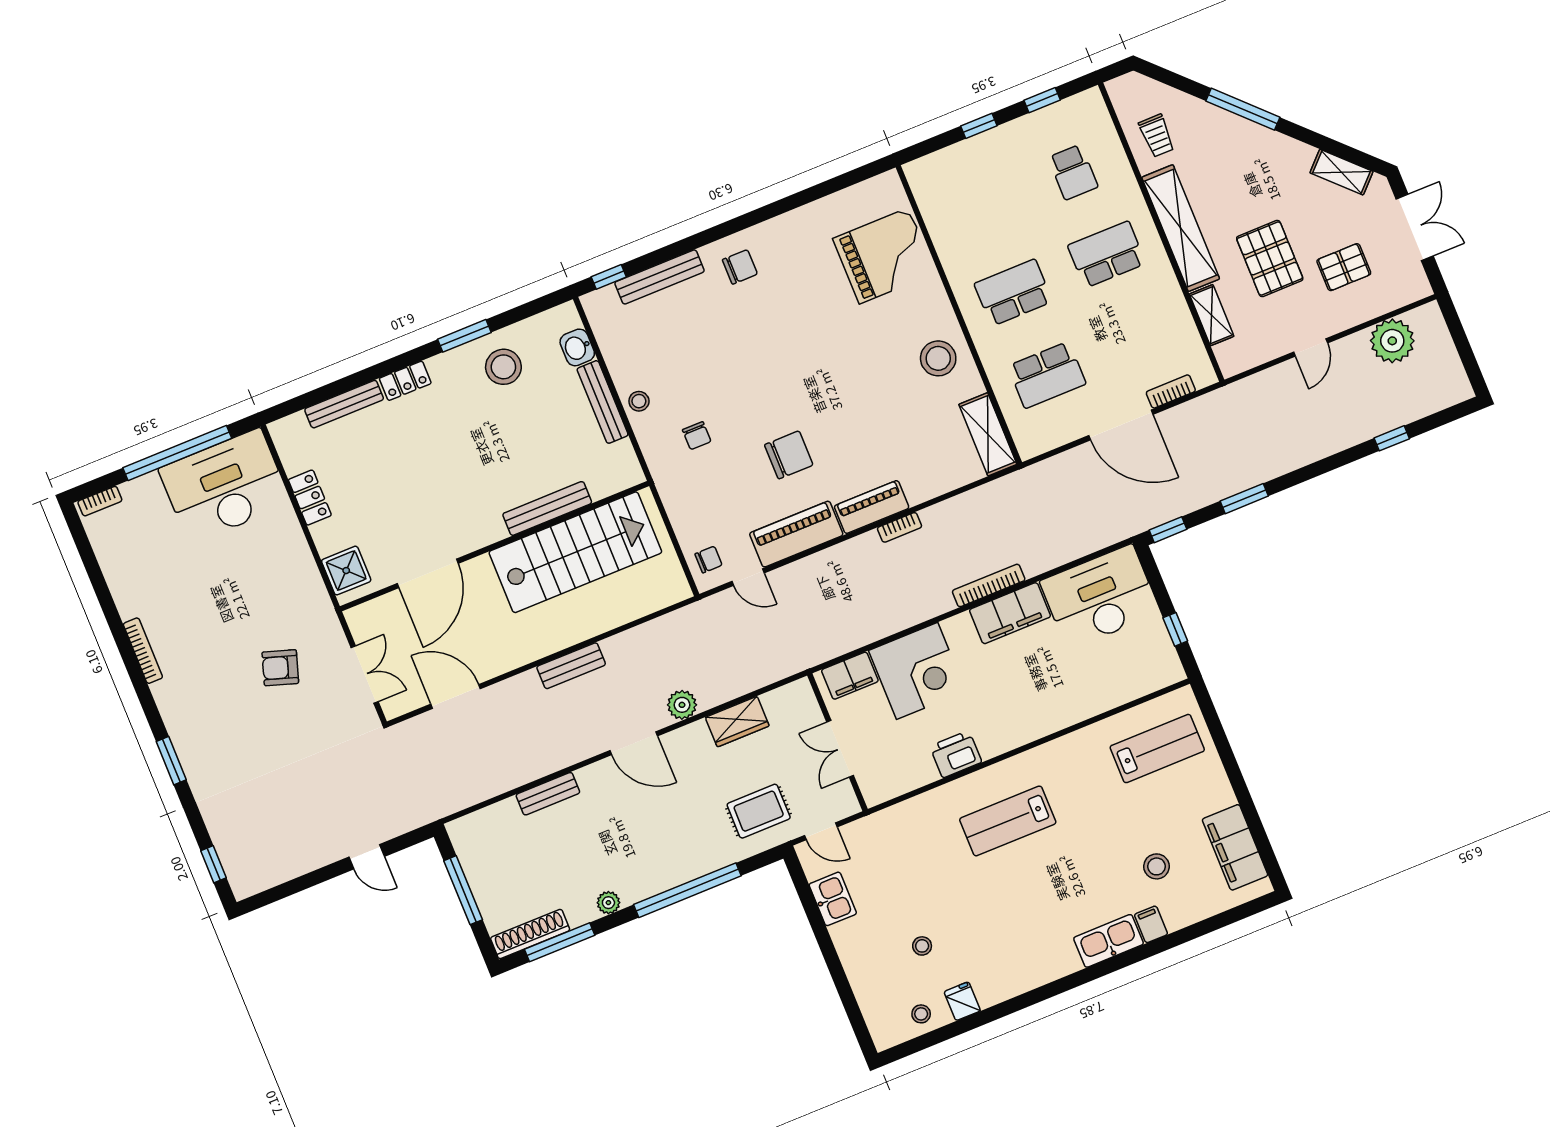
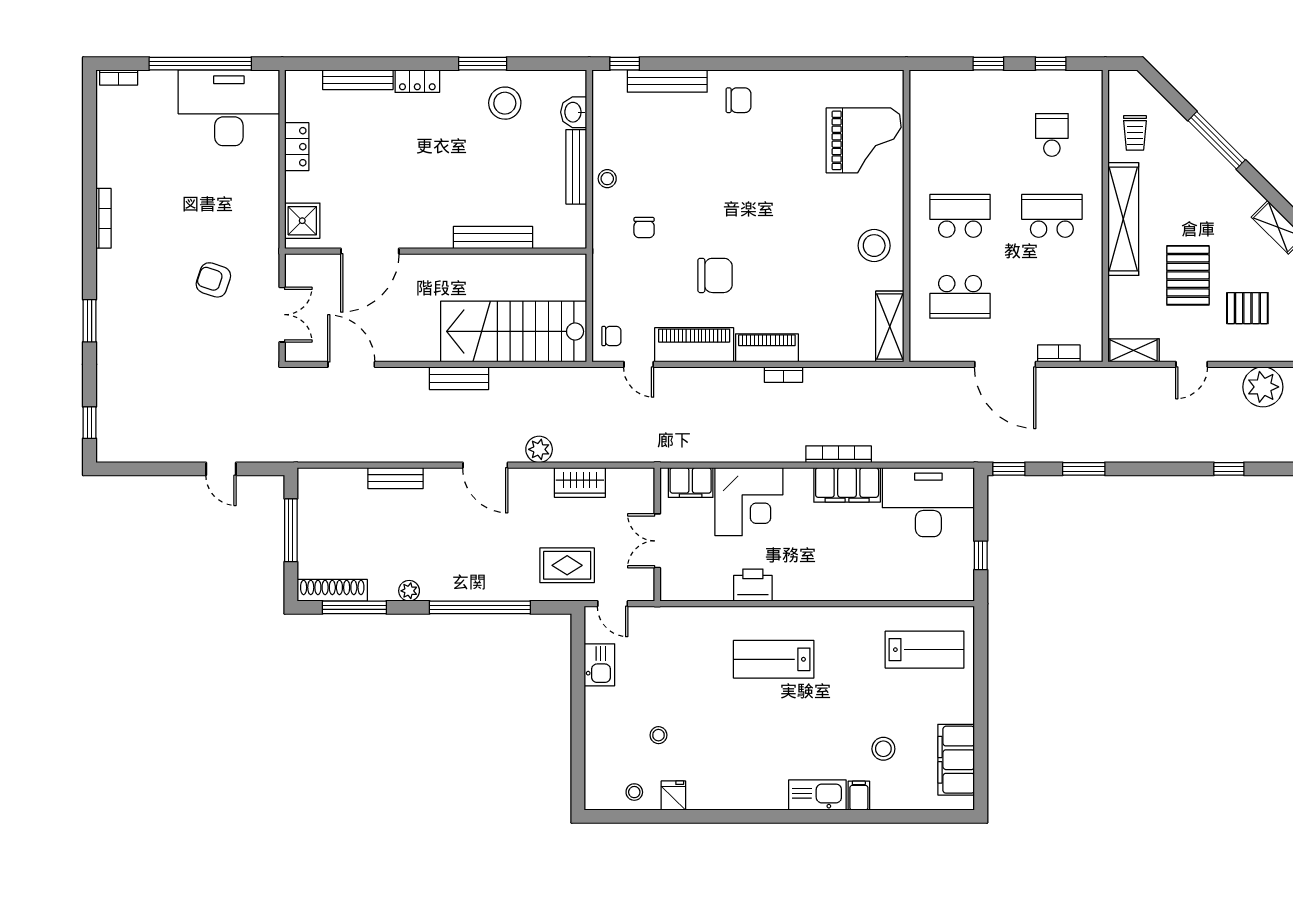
school desk: (1073, 172) -> (1052, 135), turned 180
shelving: (1212, 315) -> (1134, 350), moved, turned 90
stairs: (575, 552) -> (514, 331), moved, turned 180

